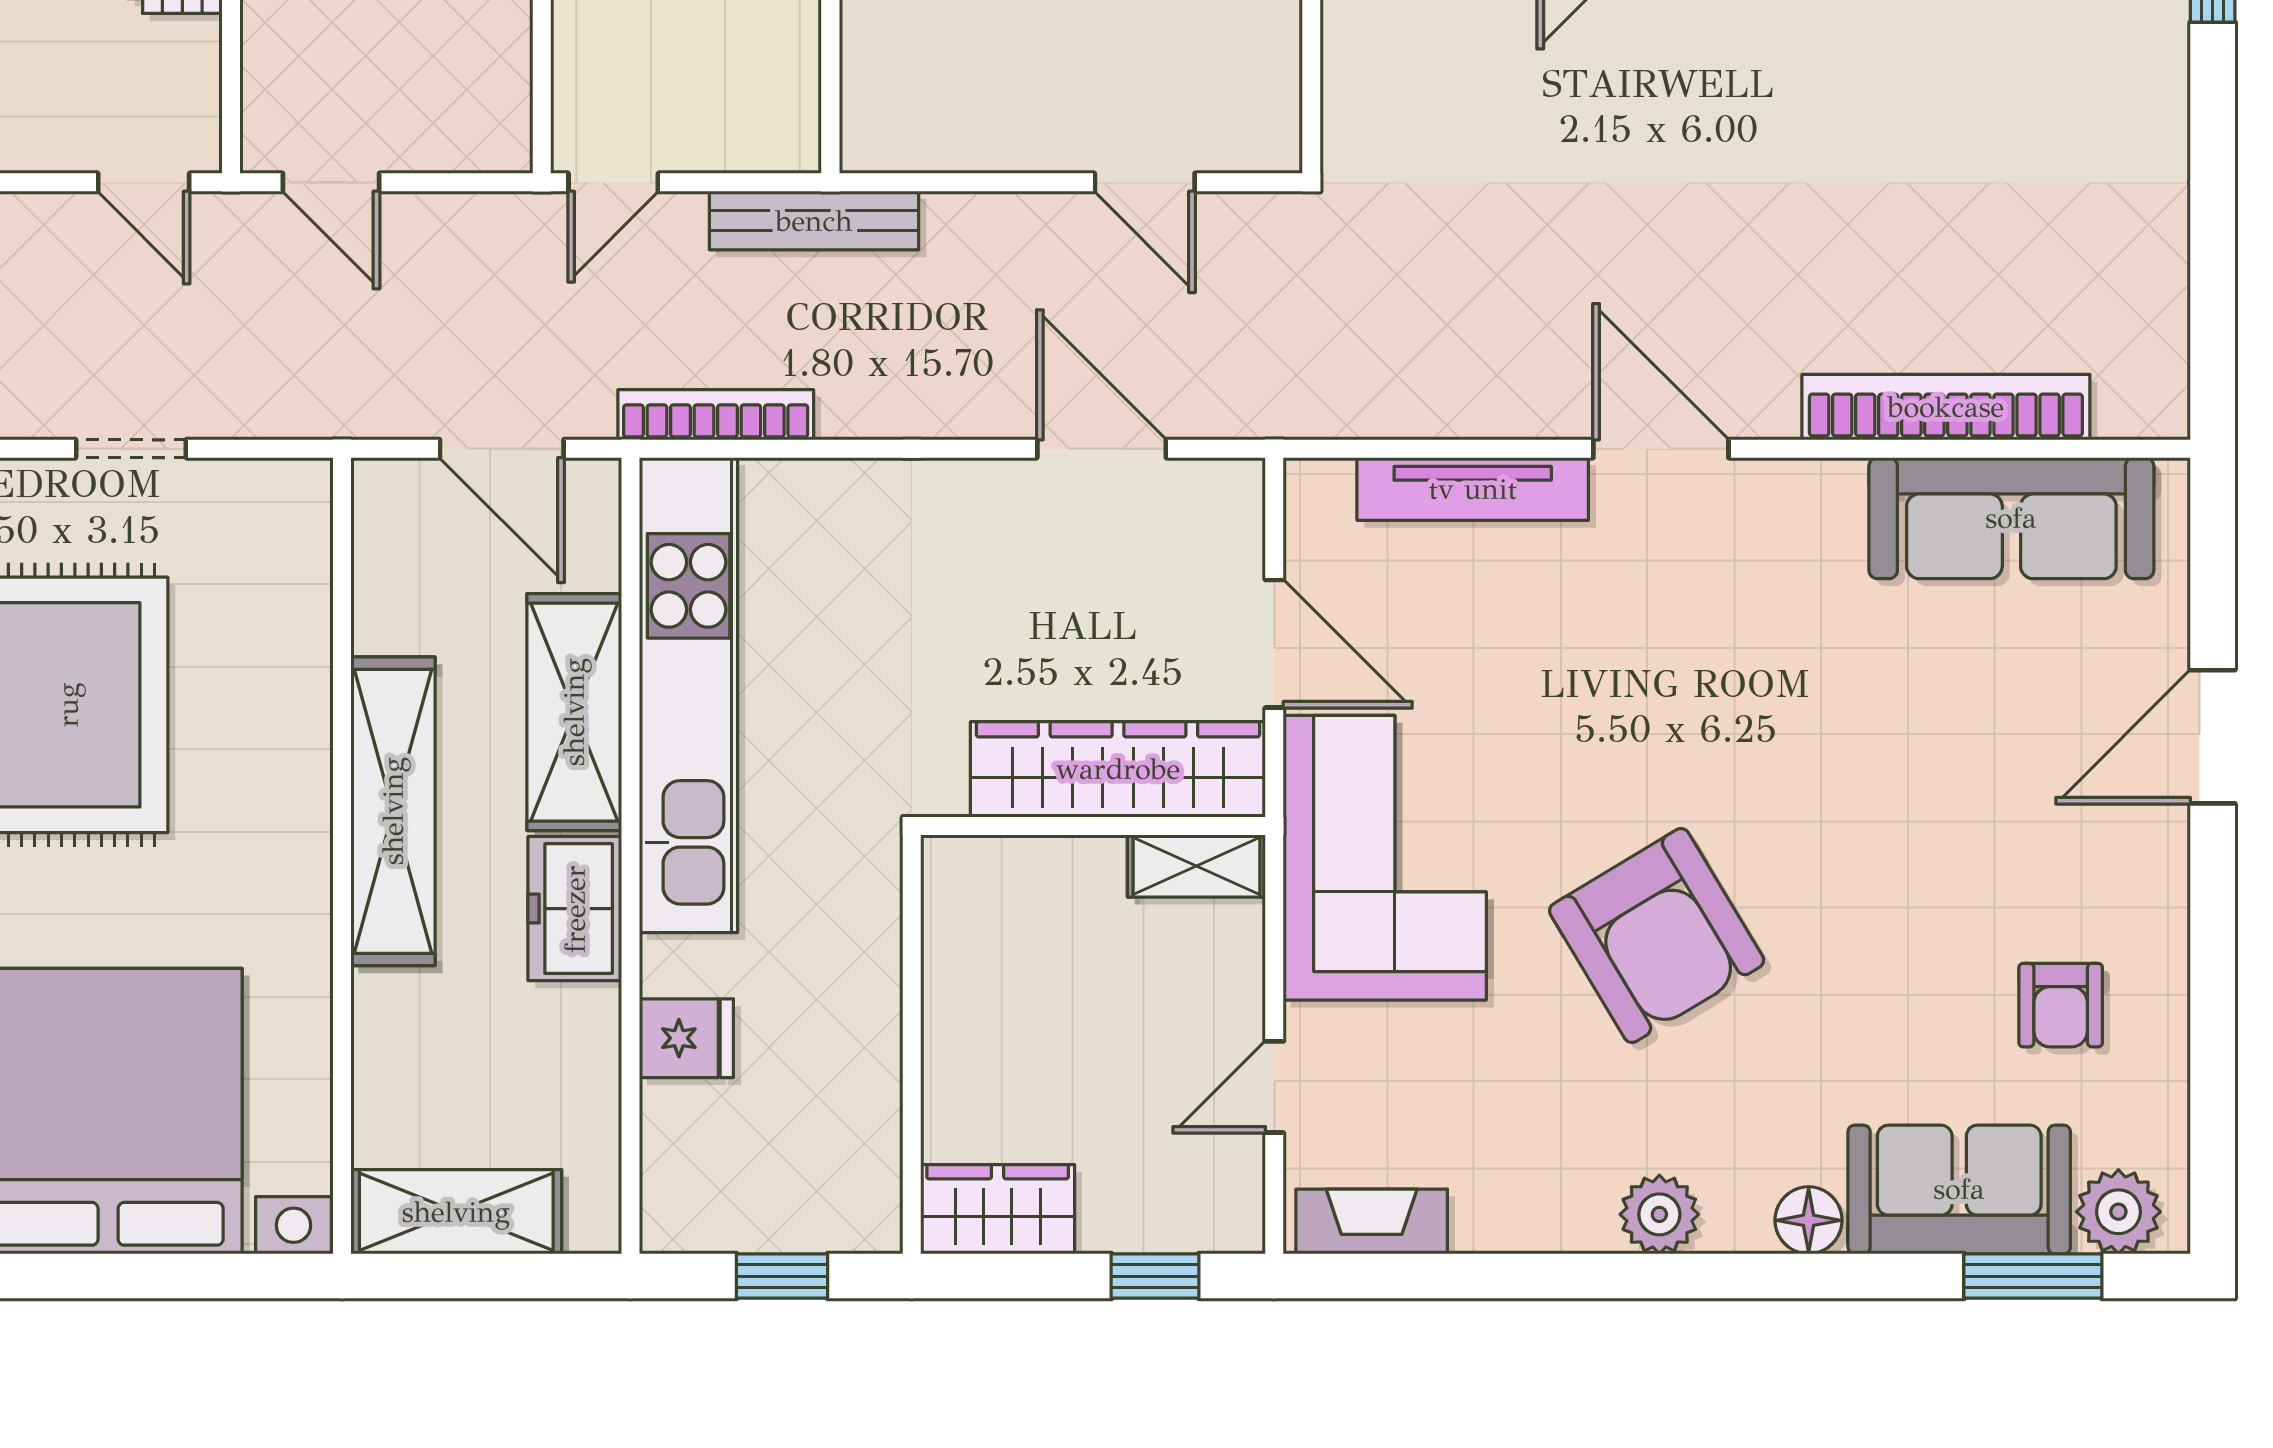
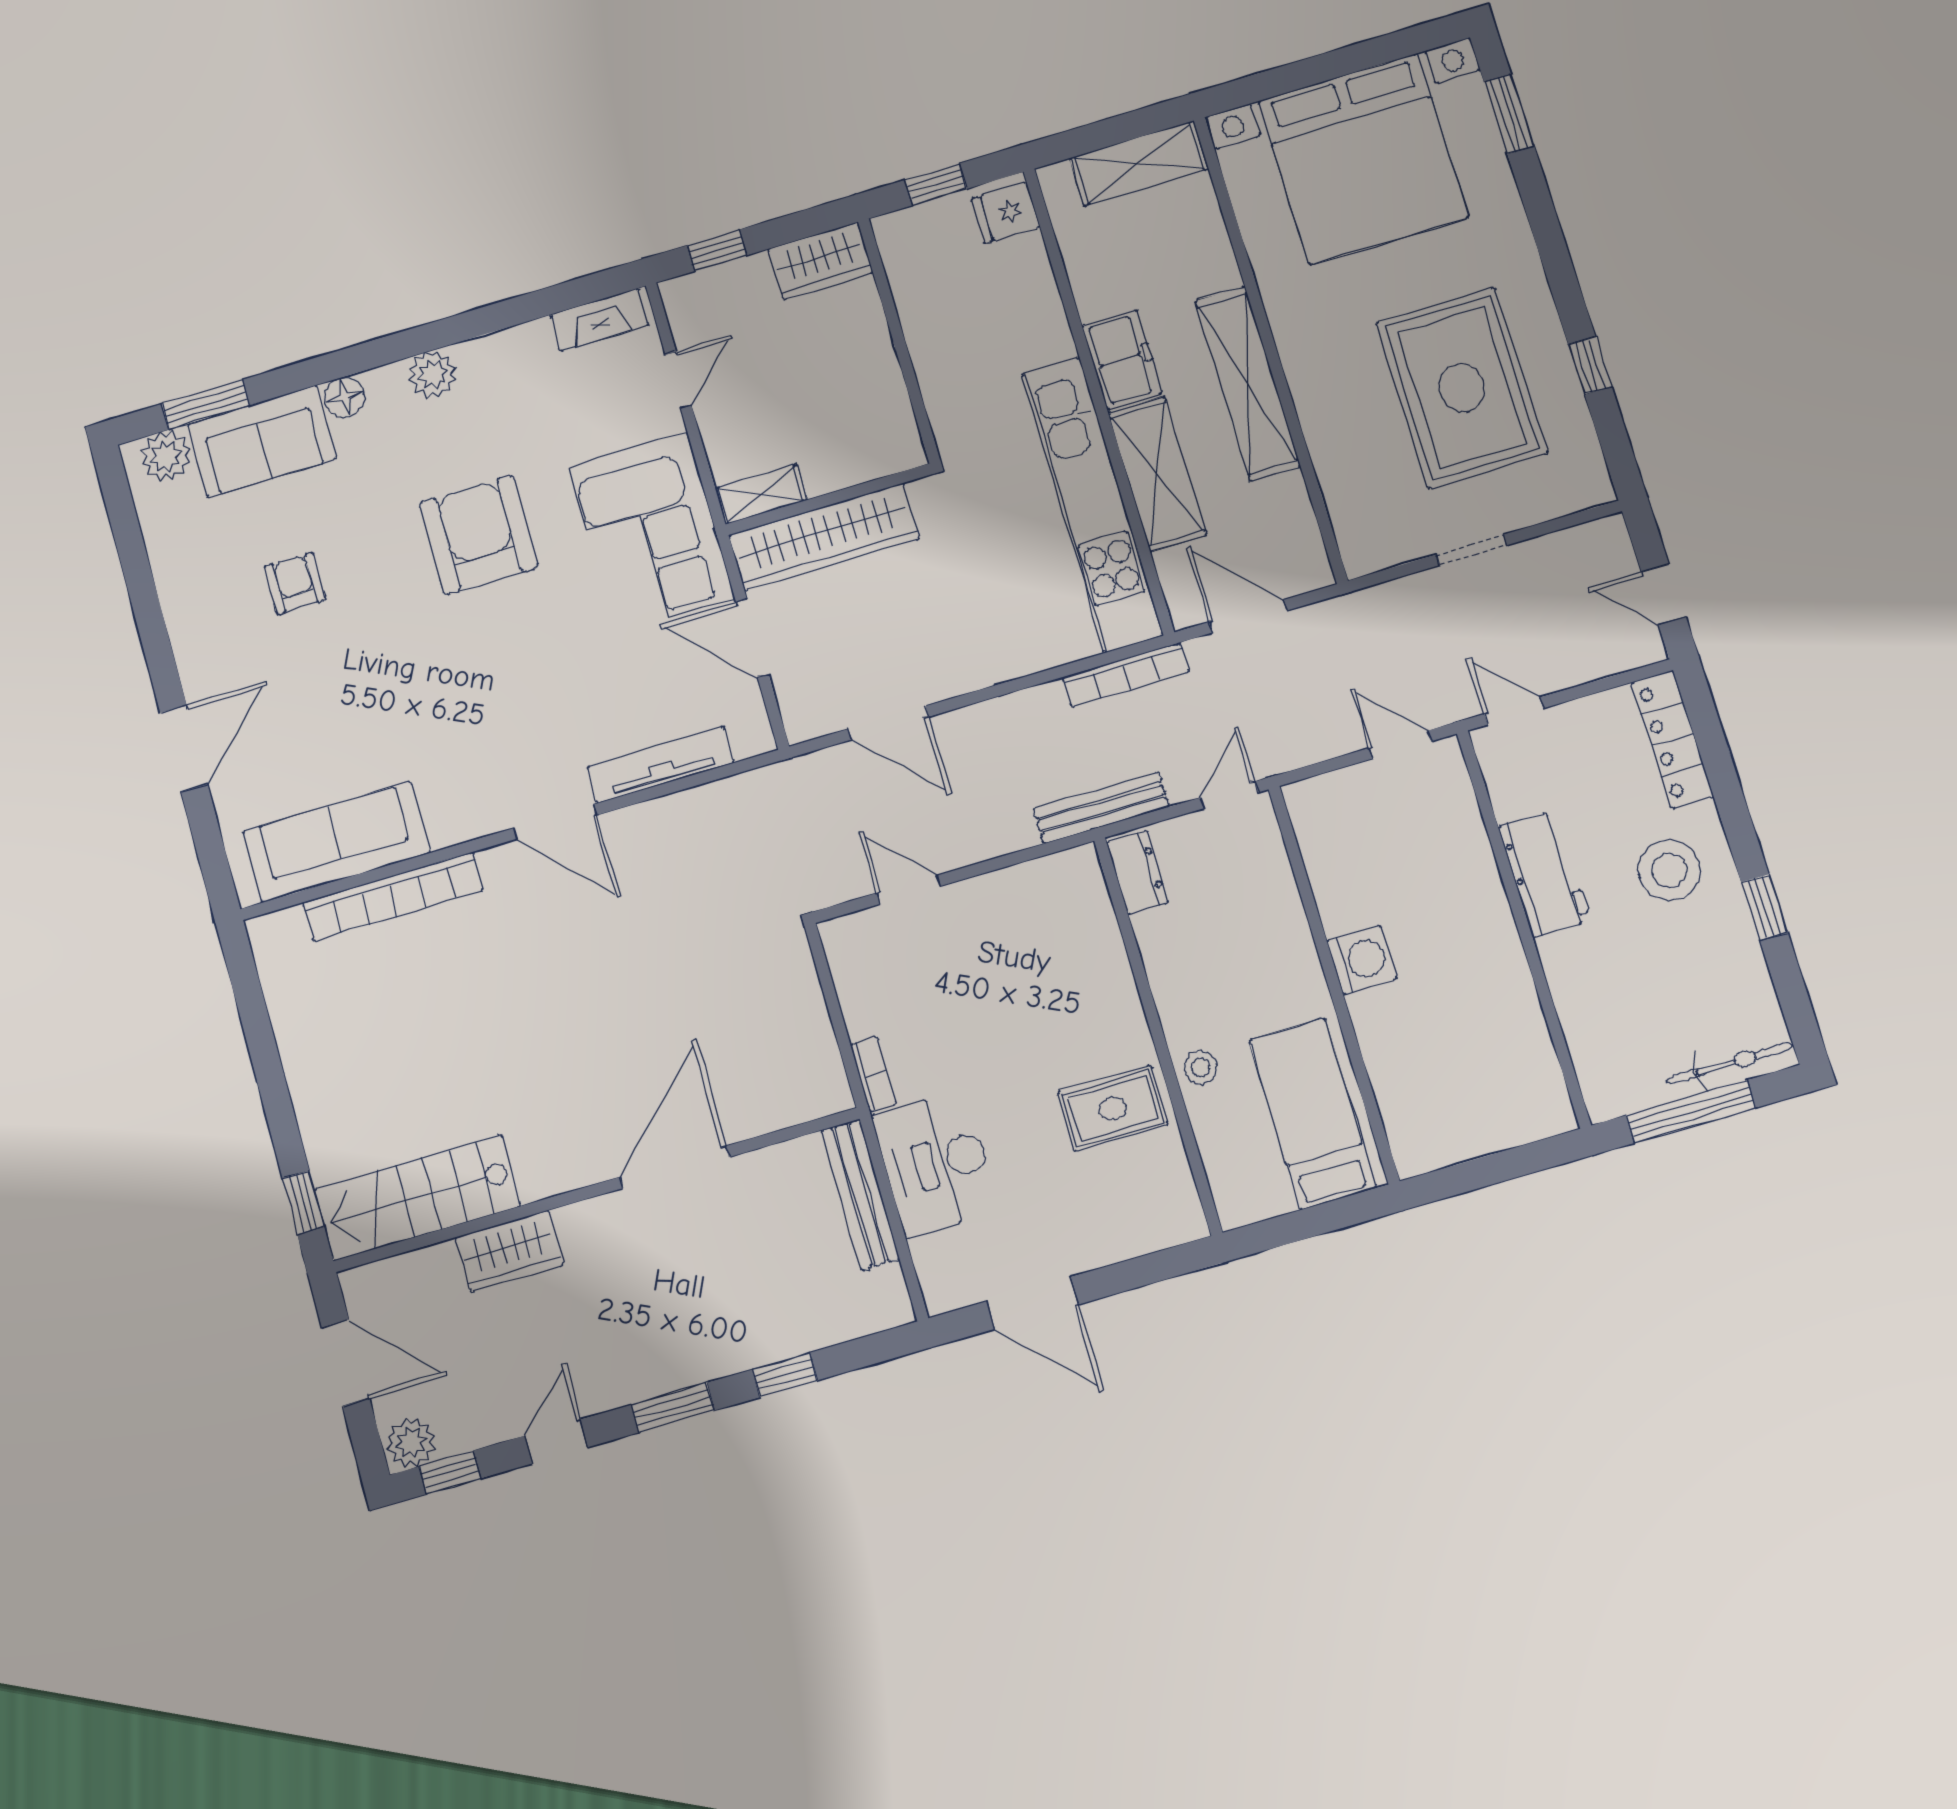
dresser: (788, 106) -> (1137, 872), added
armchair: (1657, 935) -> (479, 535), turned 31
armchair: (2061, 1005) -> (295, 583), moved
fridge: (686, 1038) -> (1006, 213), moved

